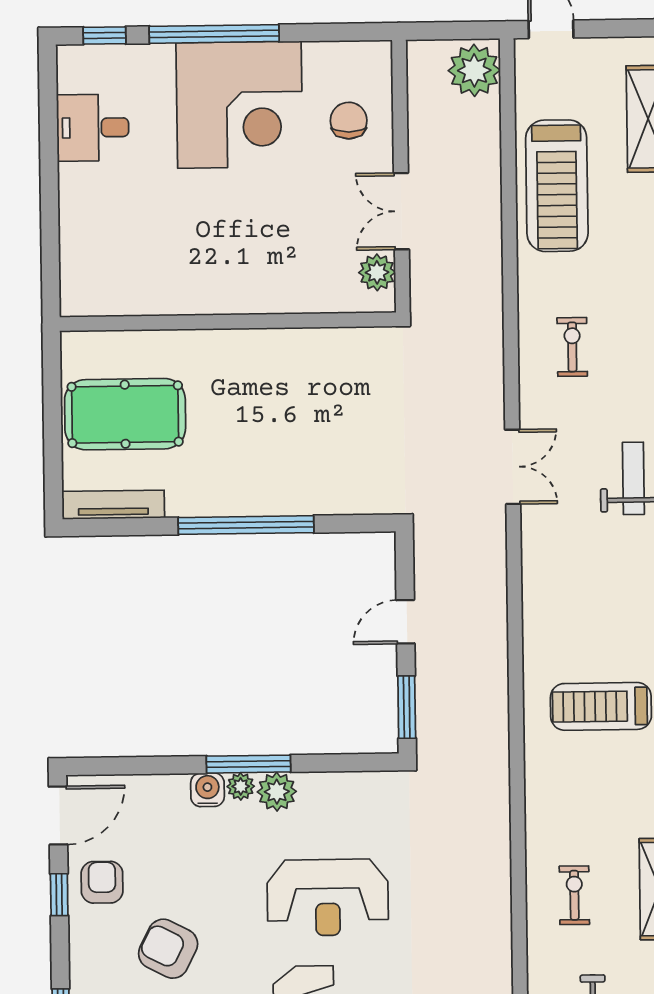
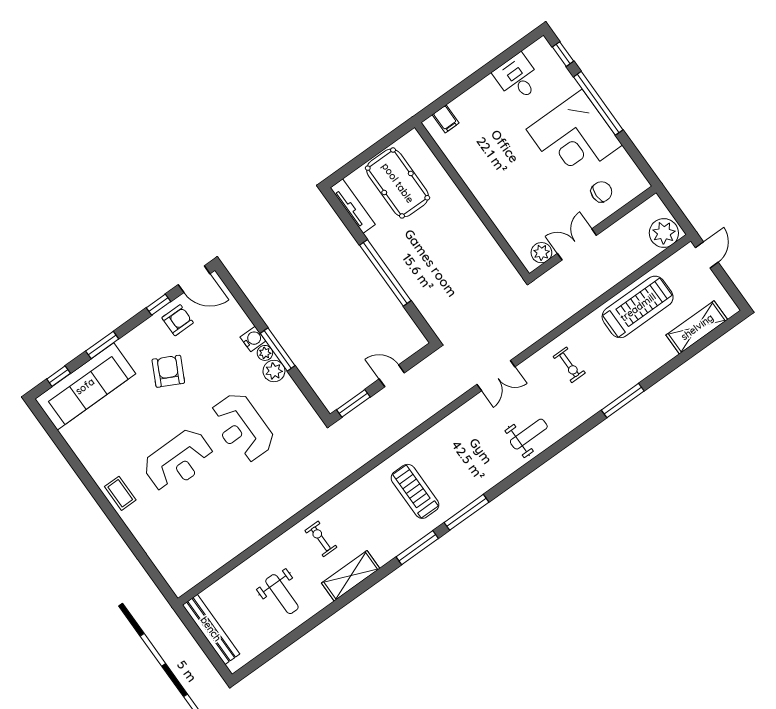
treadmill: (557, 186) -> (638, 307), turned 180
filing cabinet: (80, 277) -> (446, 119), added
exercise bike: (572, 347) -> (569, 365), turned 90
exercise bike: (574, 895) -> (321, 539), turned -90

